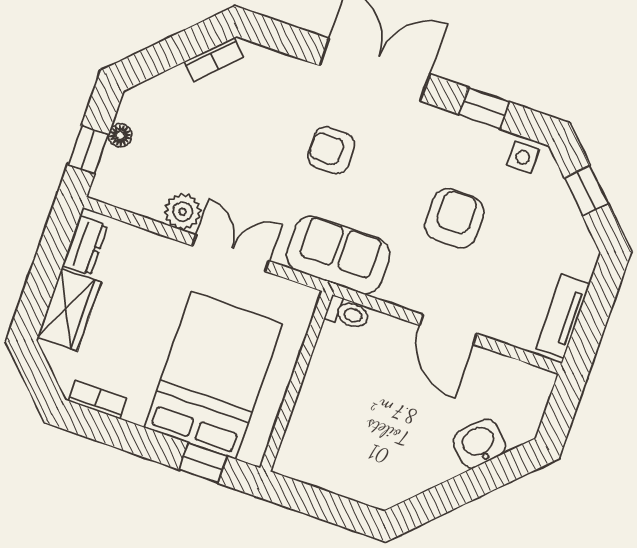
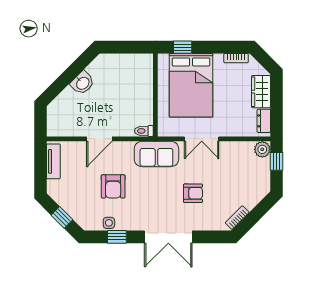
floor lamp: (120, 135) -> (265, 172), removed
armchair: (331, 150) -> (193, 193), moved
side table: (523, 157) -> (109, 223), moved
plant: (183, 212) -> (262, 149), moved
door: (448, 330) -> (99, 139), swing flipped
washbasin: (479, 444) -> (82, 83), moved

